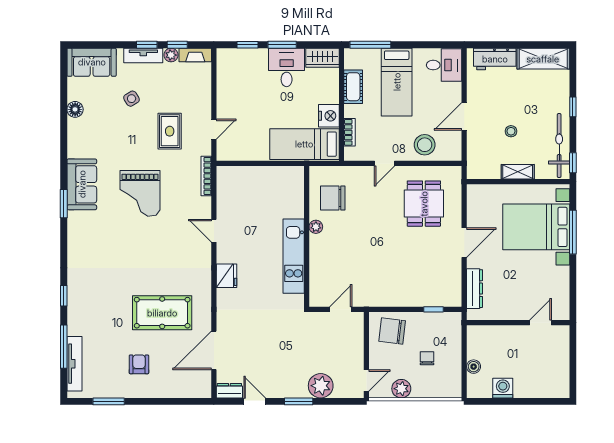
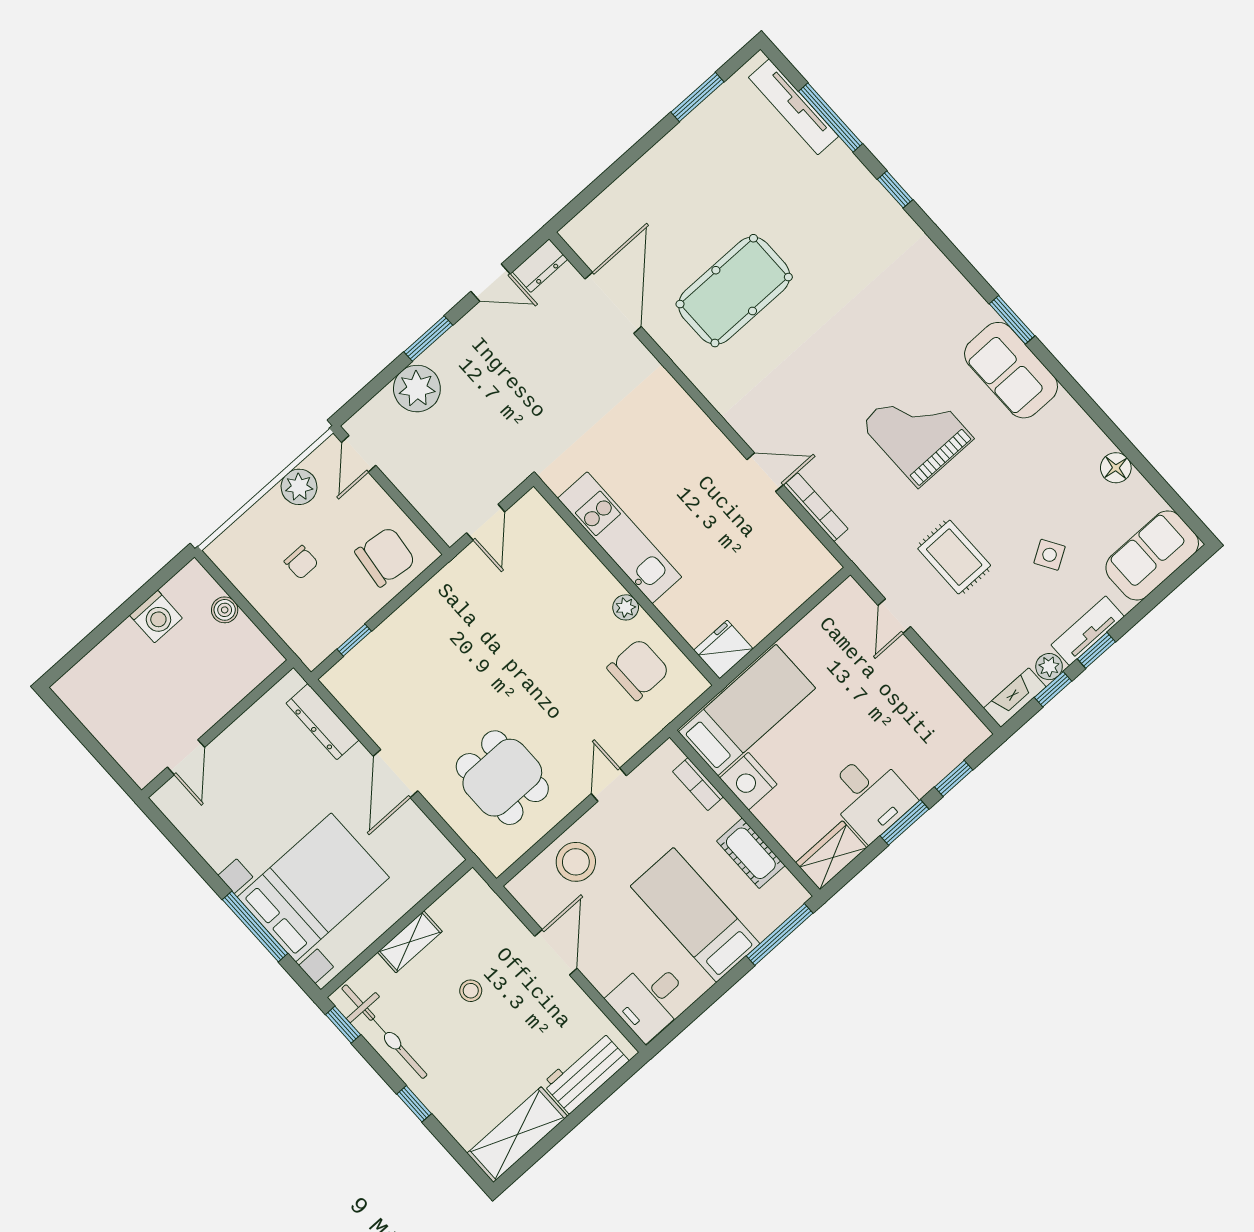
bookcase: (206, 176) -> (816, 507), moved
fridge: (227, 276) -> (723, 649), moved, turned 90
armchair: (139, 364) -> (701, 188), removed

